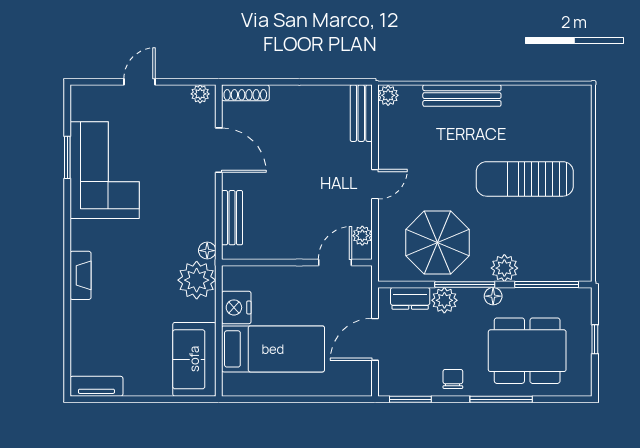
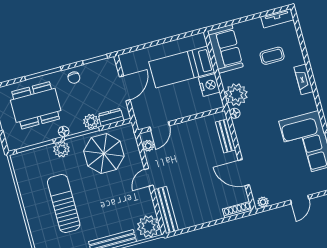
plant: (388, 95) -> (148, 227), width x1.87, depth x1.87
bench: (361, 113) -> (166, 210), width x1.36
sun lounger: (525, 179) -> (64, 204), turned -90
coffee table: (121, 328) -> (272, 56), added

